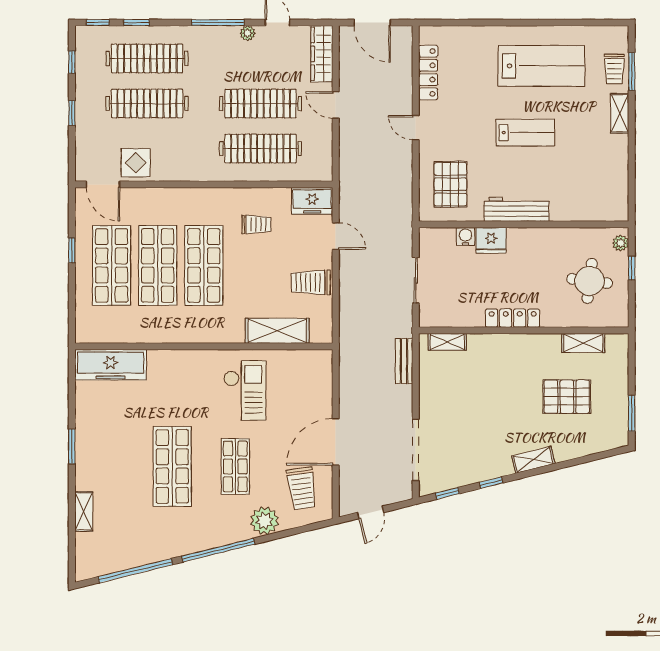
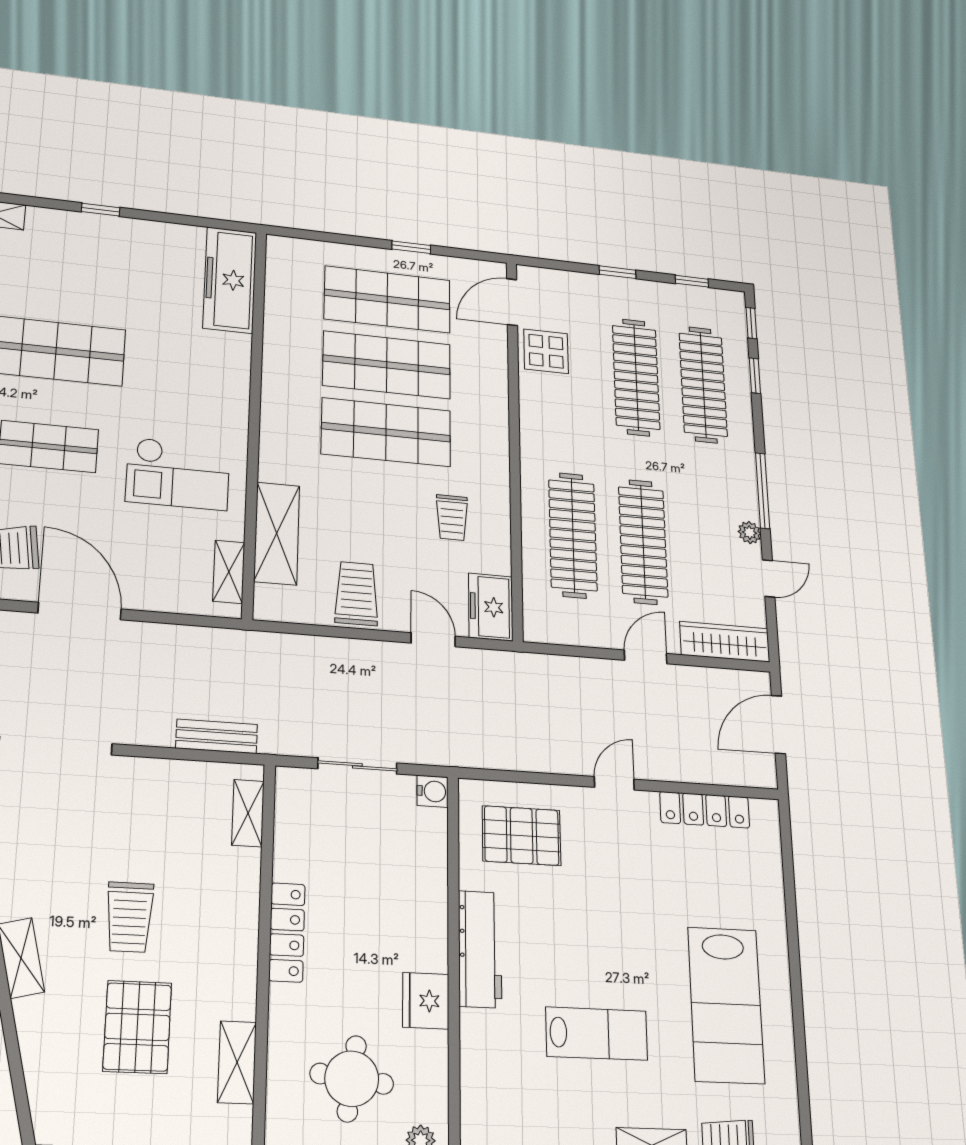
lab bench: (525, 133) -> (597, 1034), moved, turned -90
door: (336, 236) -> (433, 640), swing flipped
water cooler: (465, 237) -> (432, 791), moved
fridge: (491, 240) -> (426, 1001), moved
shelving: (304, 358) -> (229, 572), added
trolley: (509, 404) -> (129, 917), added
window: (72, 446) -> (101, 210), width x0.67

